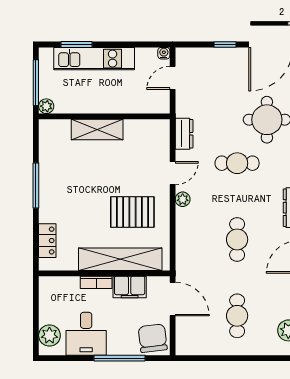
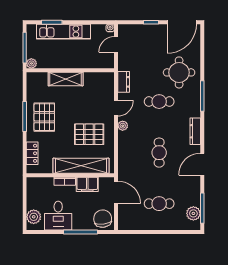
pallet: (65, 186) -> (44, 117), added
cafe table: (237, 316) -> (159, 204), turned 90

